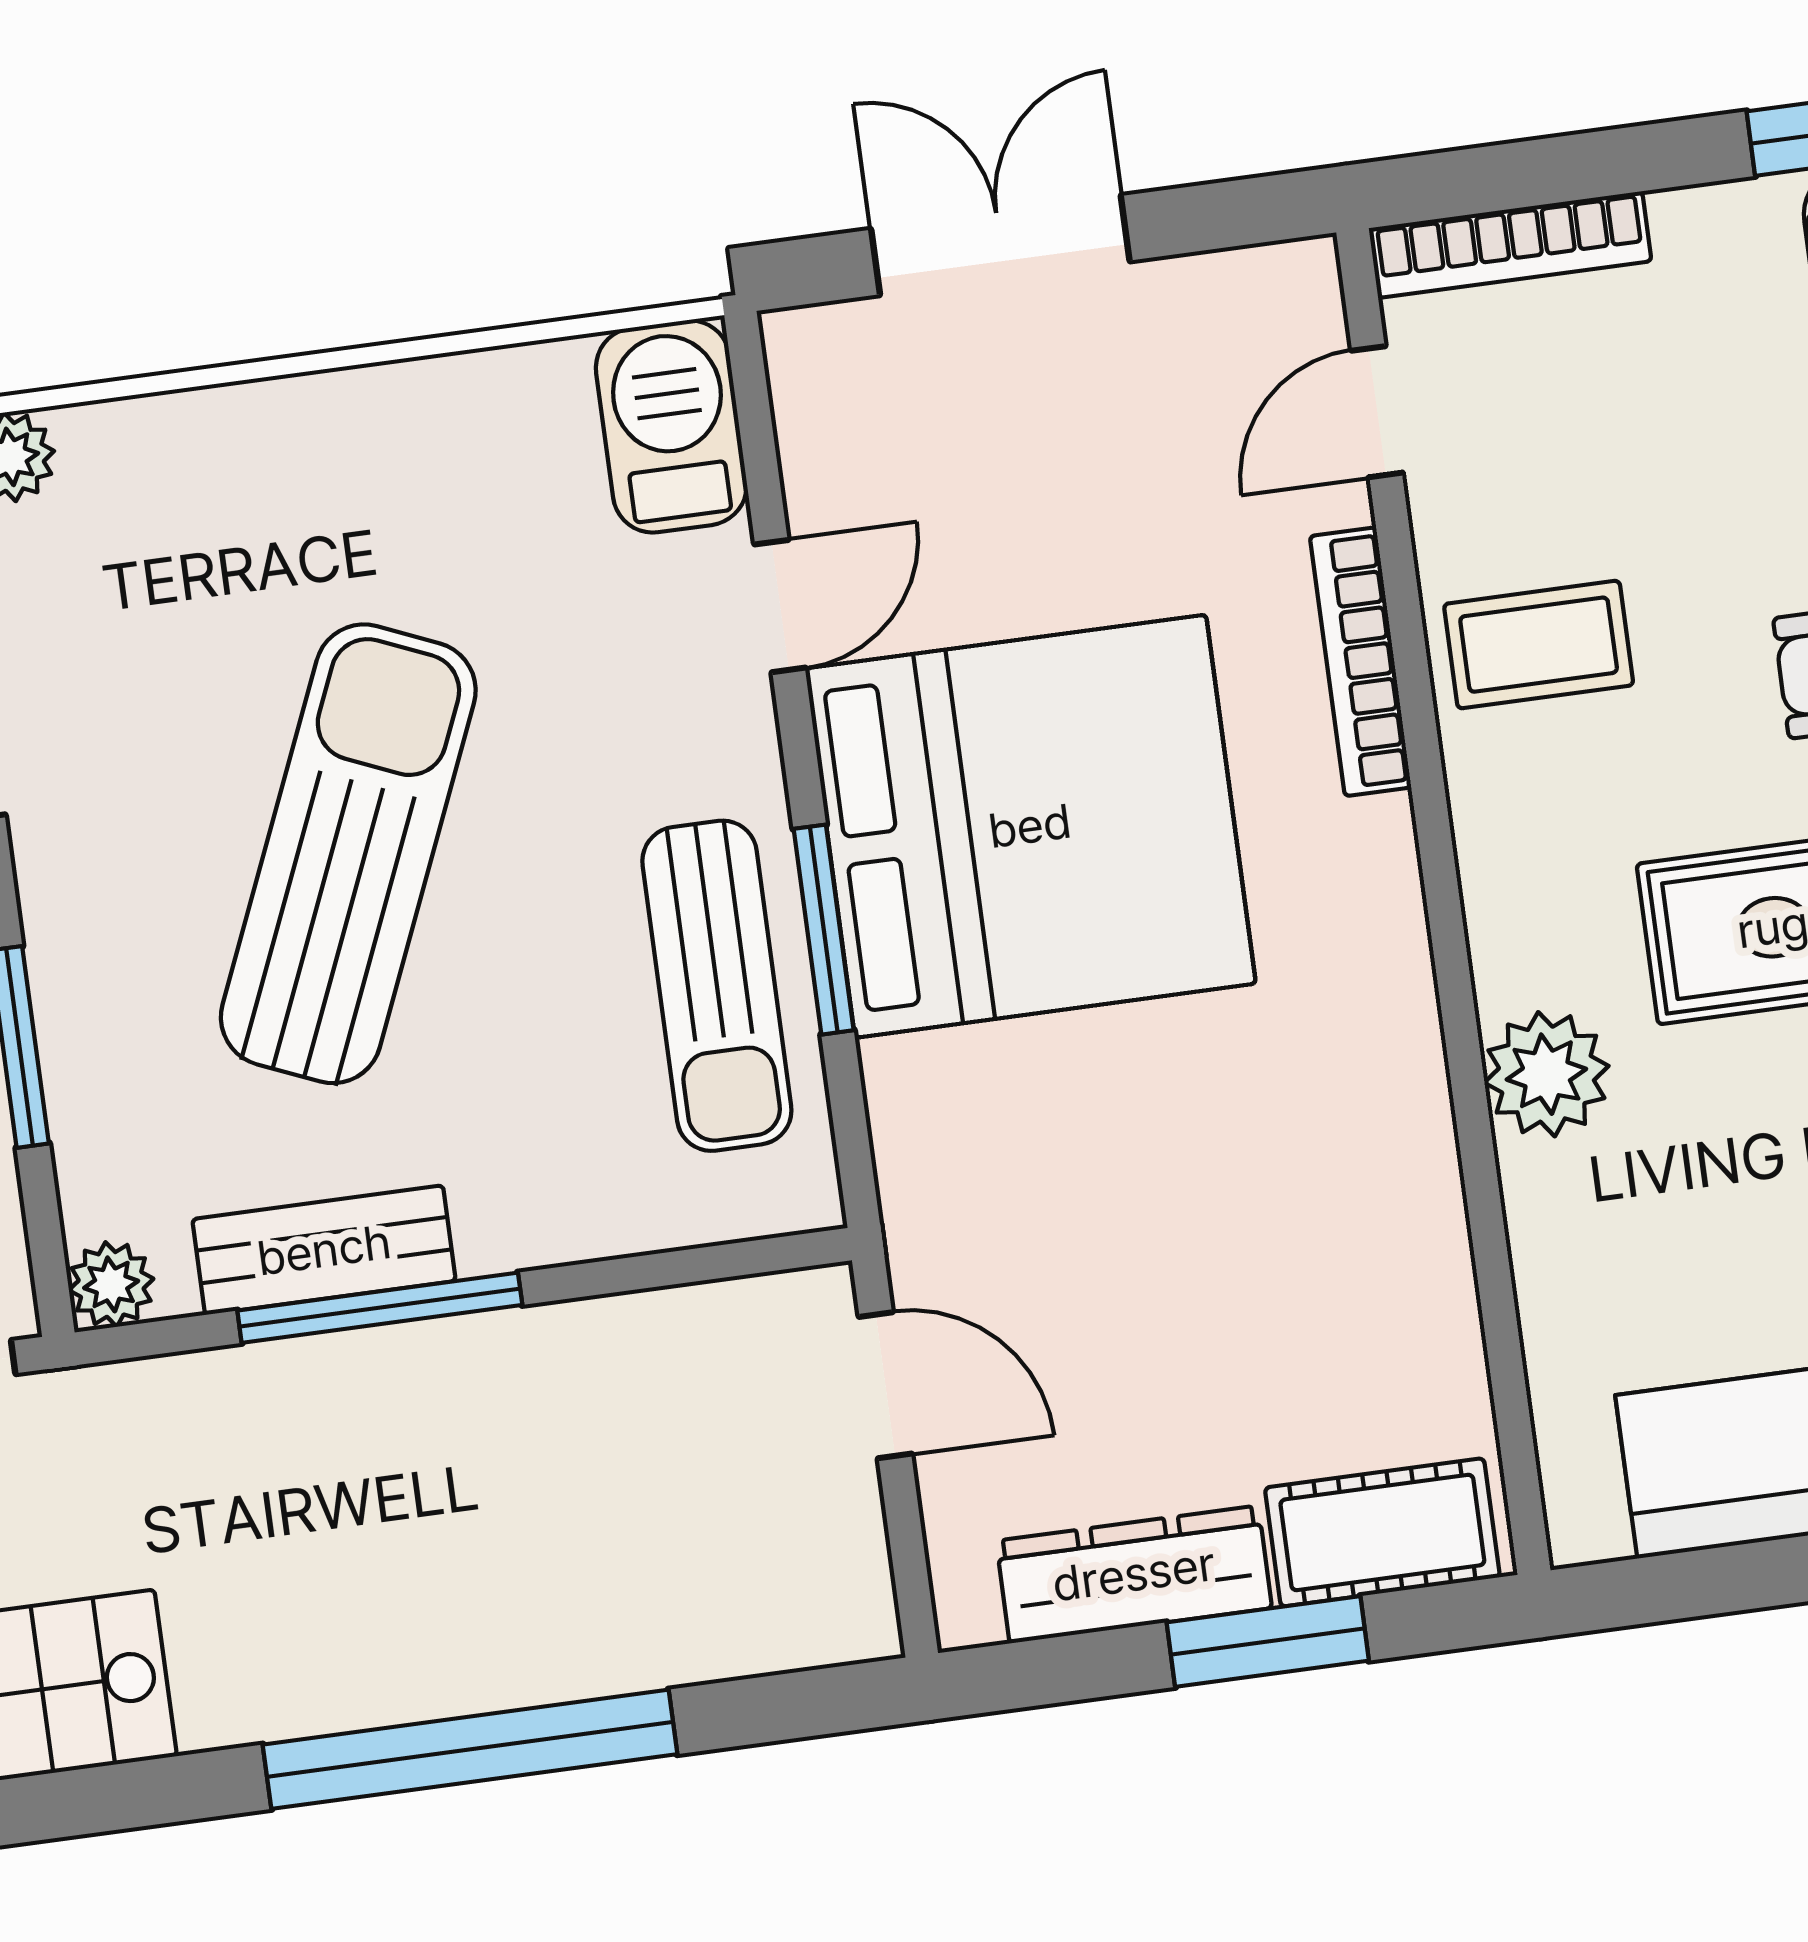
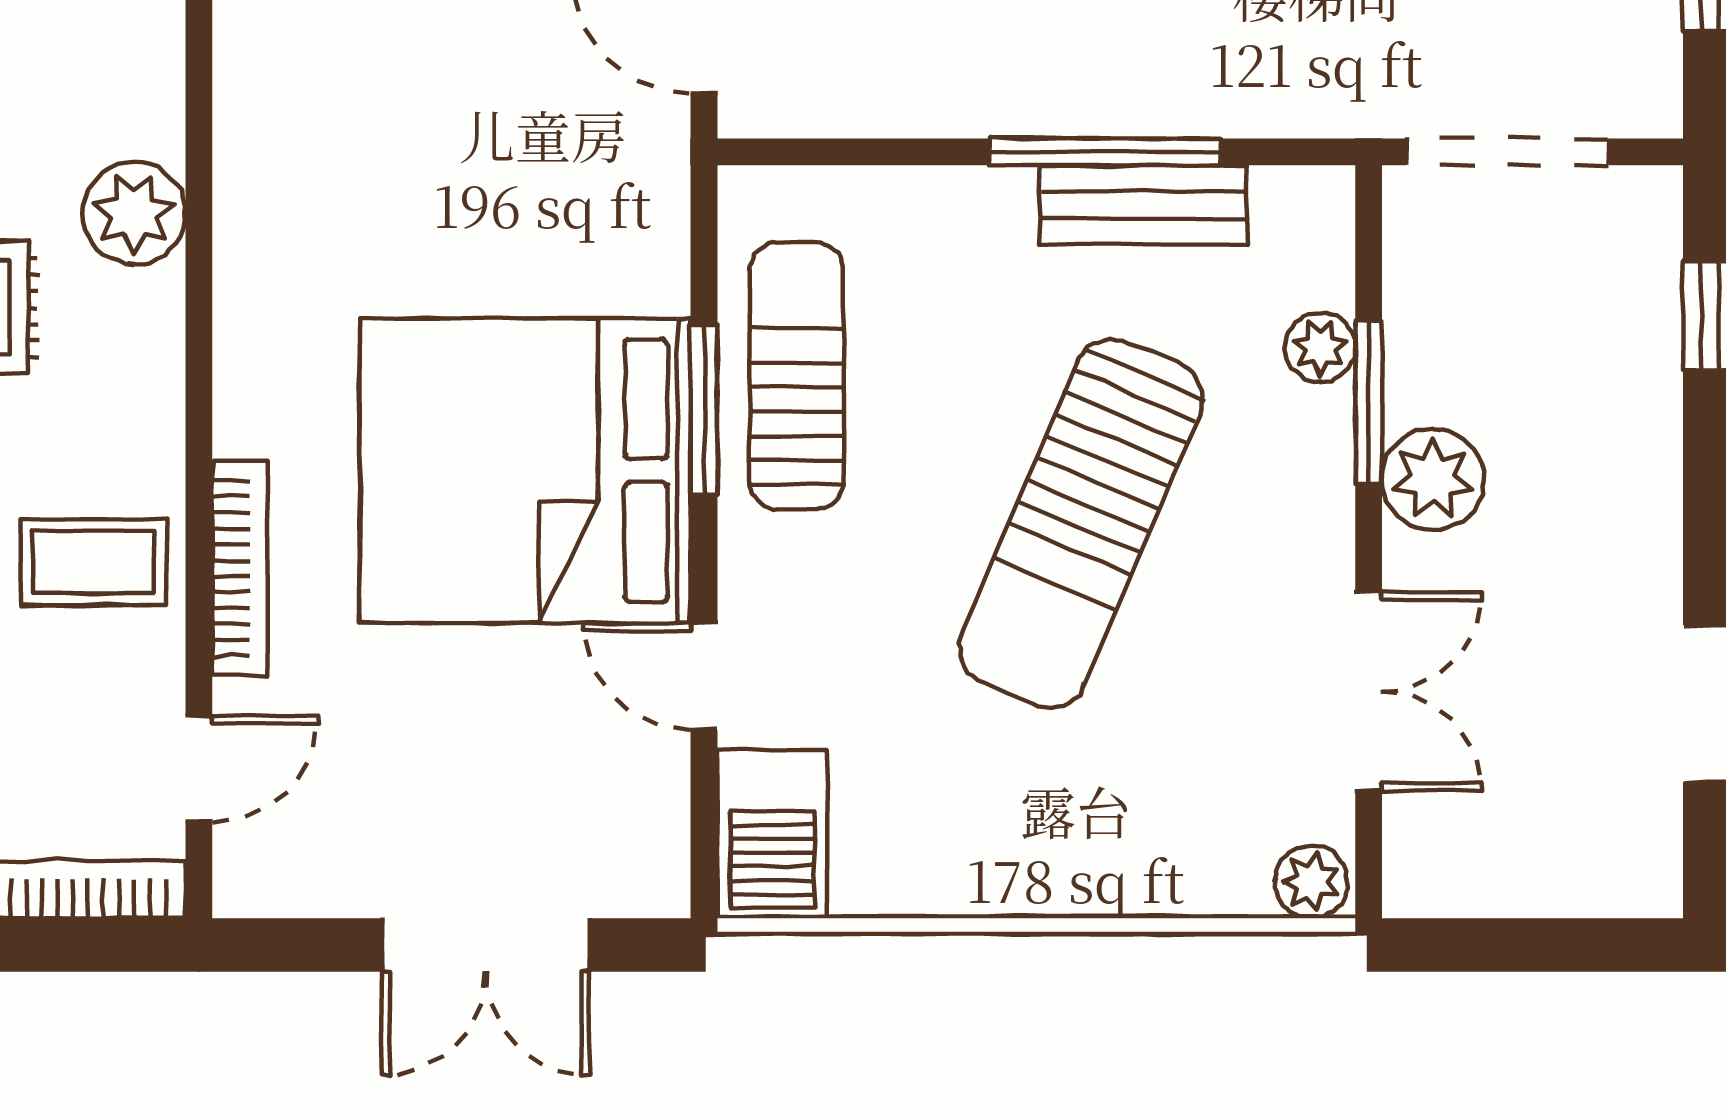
door: (780, 606) -> (704, 677), hinge flipped
plant: (111, 1284) -> (1320, 347), moved

